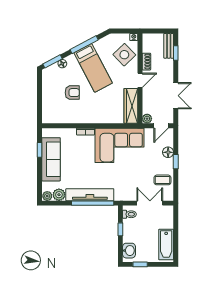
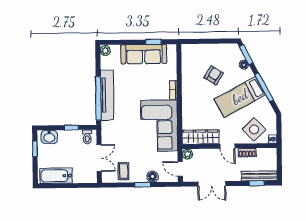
bench: (169, 46) -> (259, 176), width x1.36
armchair: (72, 93) -> (214, 75), turned -148
plant: (59, 195) -> (107, 63), removed

